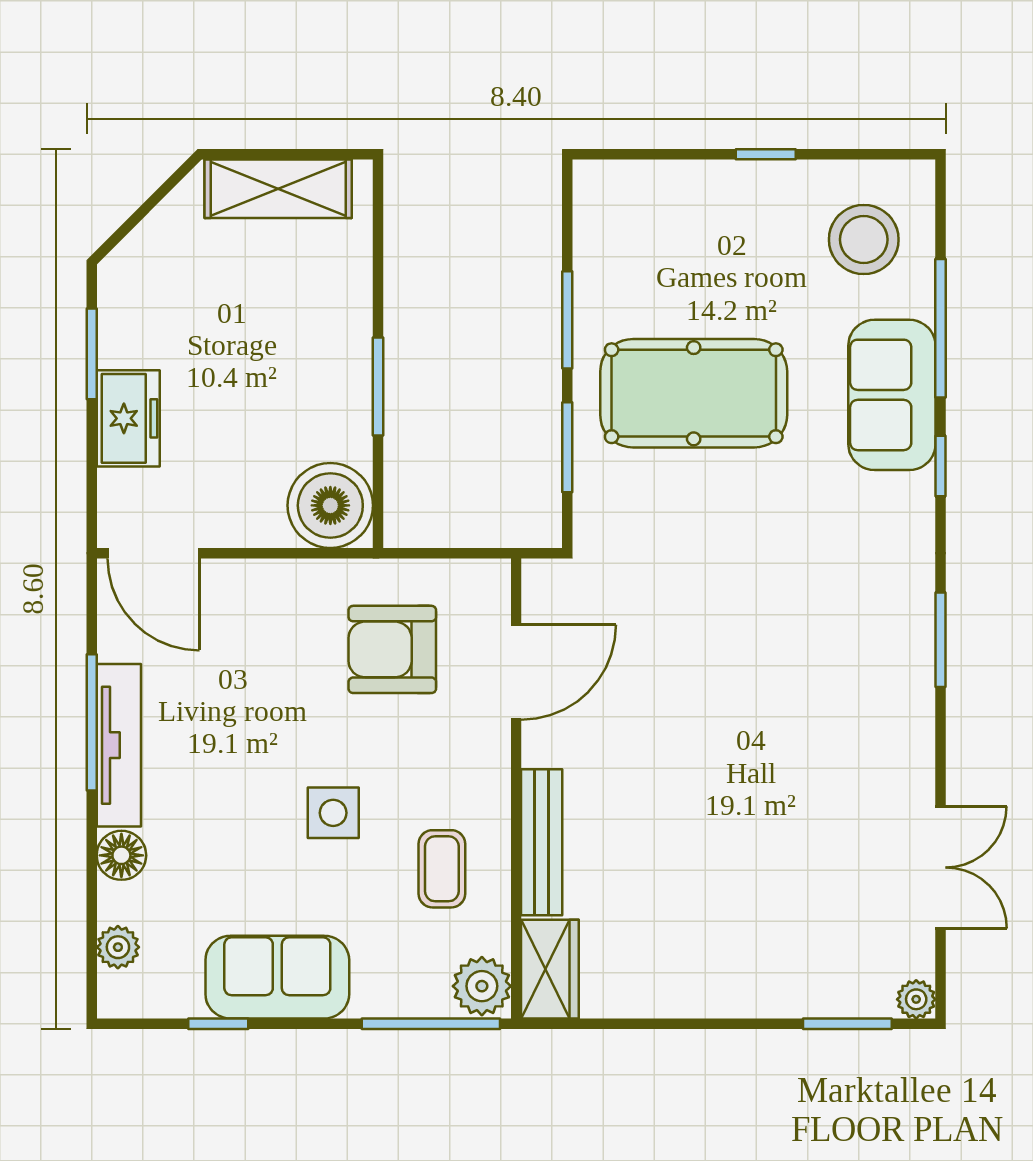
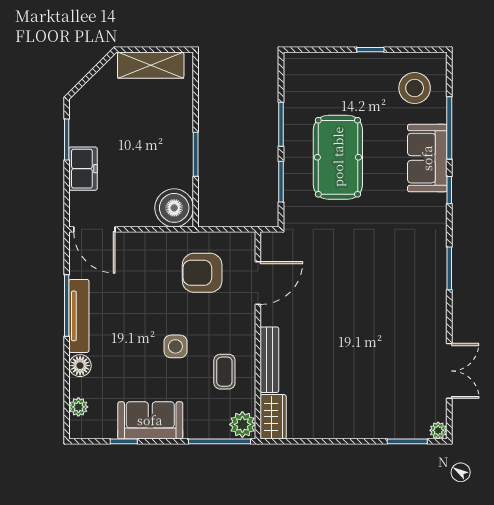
pool table: (694, 393) -> (338, 157), turned 90

